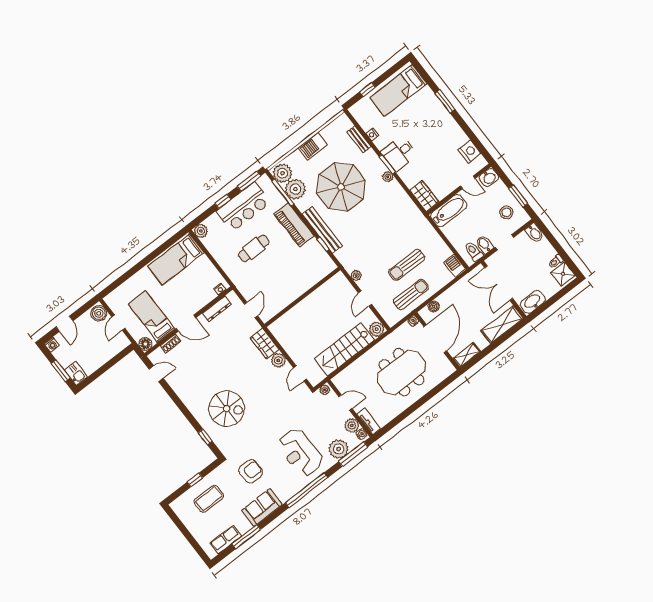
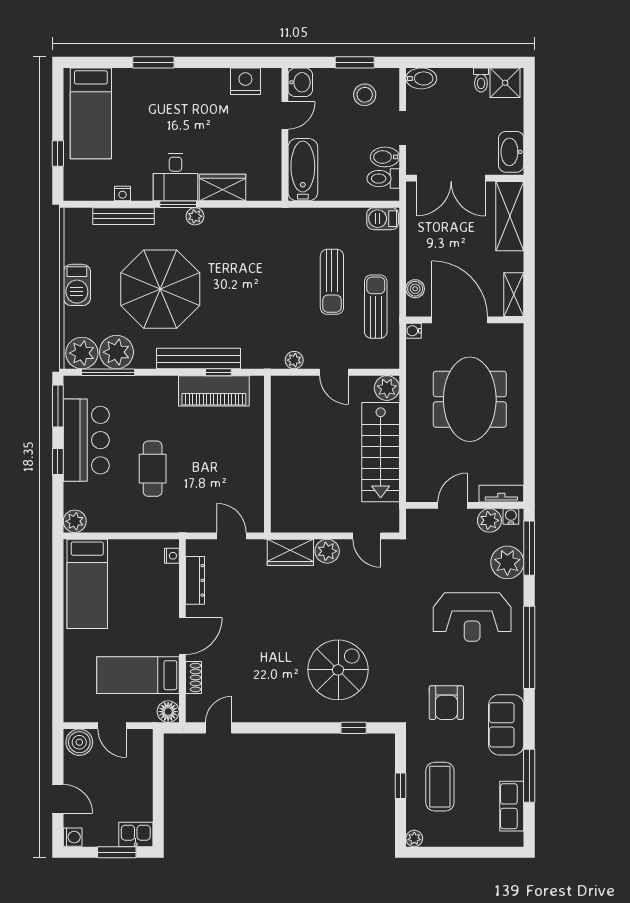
bench: (359, 139) -> (124, 216), width x1.36
wardrobe: (424, 196) -> (222, 188), moved
piano: (294, 225) -> (214, 391), moved
plant: (325, 390) -> (414, 838), moved
armchair: (251, 471) -> (446, 703), turned 180

